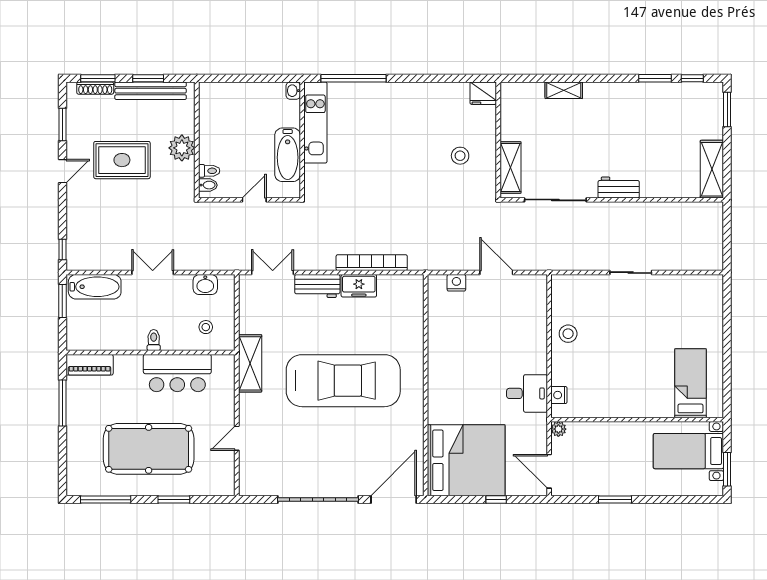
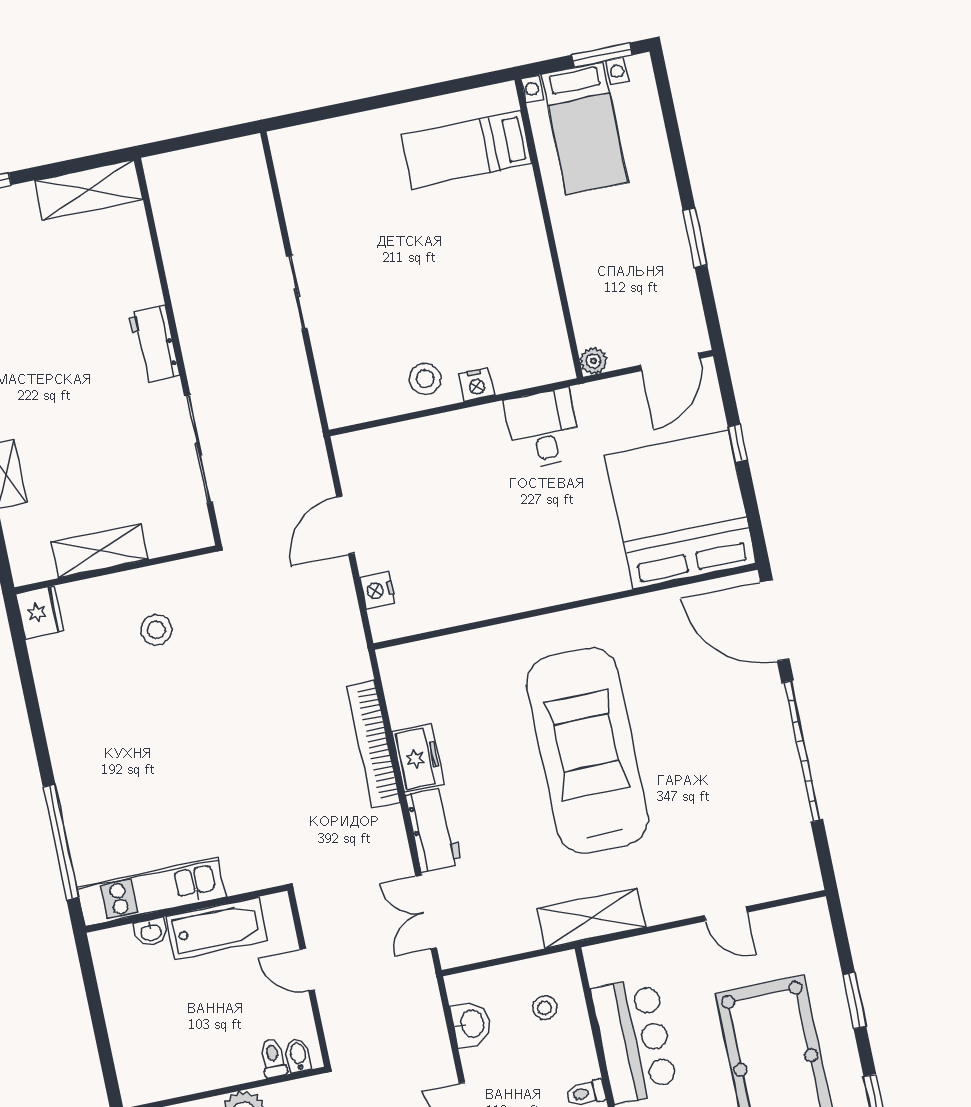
washbasin: (293, 91) -> (151, 932), moved
shelving: (510, 167) -> (100, 551), moved
nightstand: (559, 395) -> (476, 385), moved

